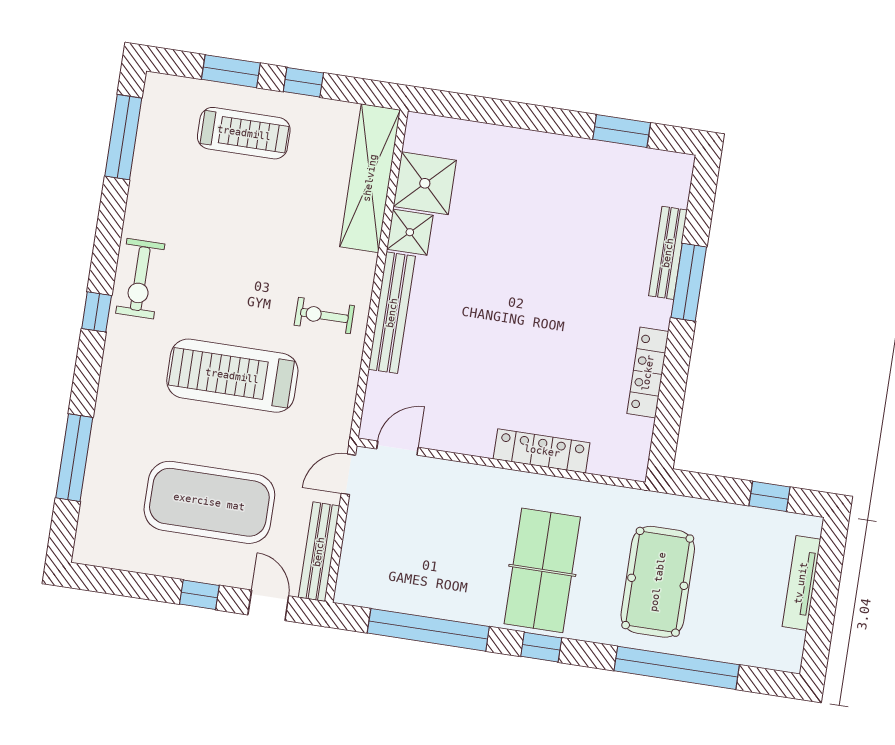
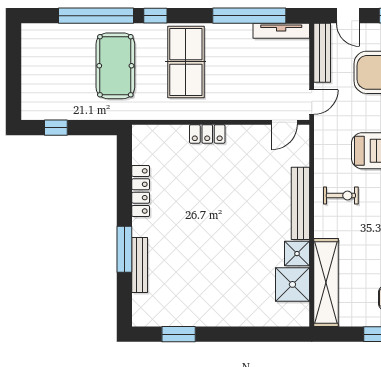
locker: (542, 451) -> (207, 134), width x0.66
tv unit: (801, 583) -> (281, 31), moved, turned 90
window: (541, 647) -> (155, 16), moved

